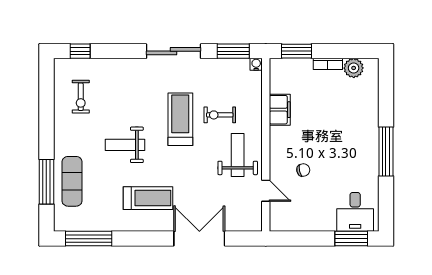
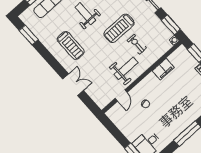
treadmill: (180, 119) -> (119, 28), turned 180
window: (89, 239) -> (29, 35), width x0.69
double door: (199, 239) -> (73, 85), width x0.73

